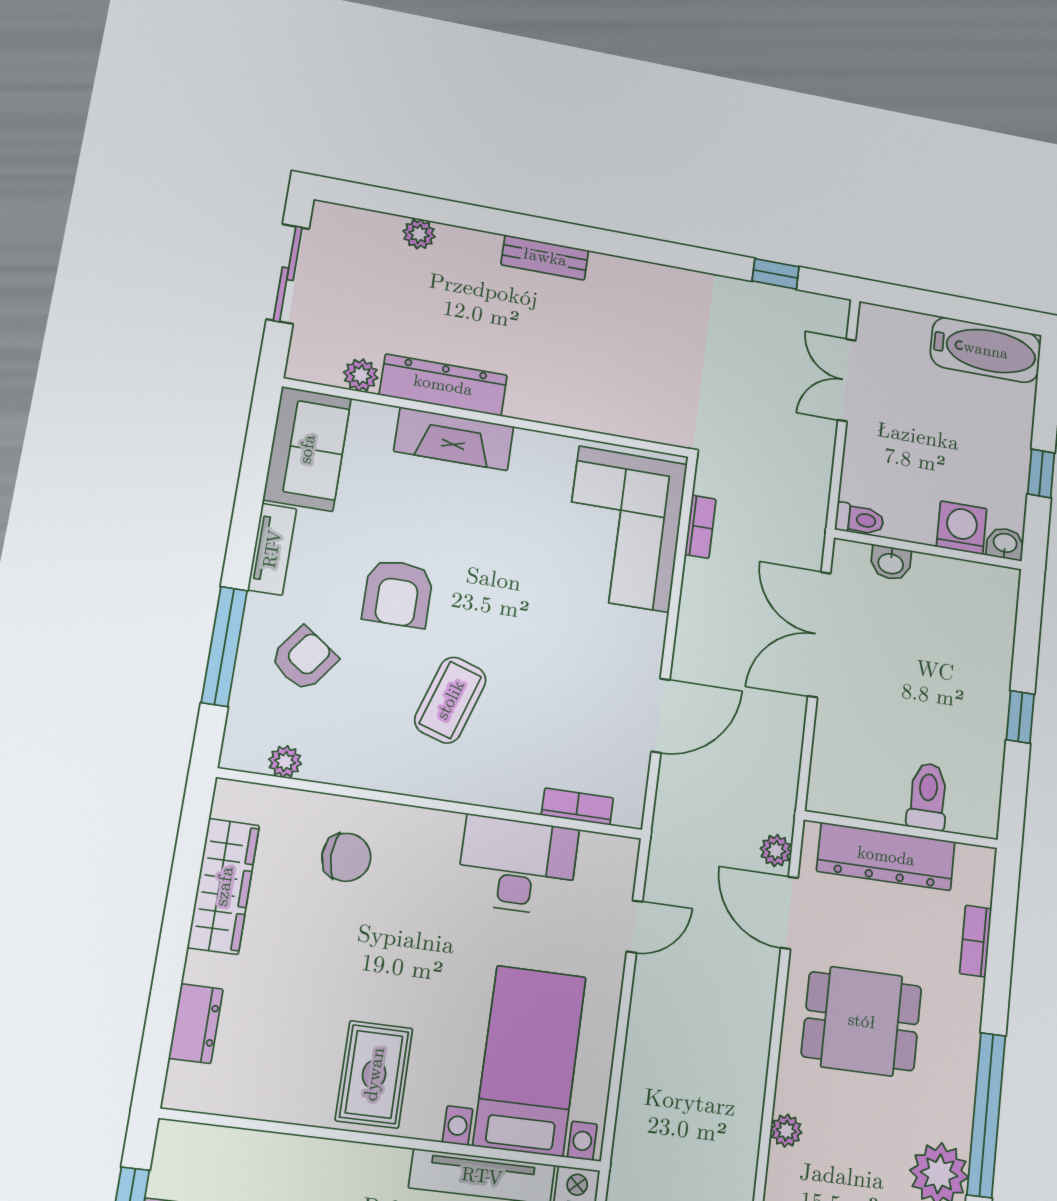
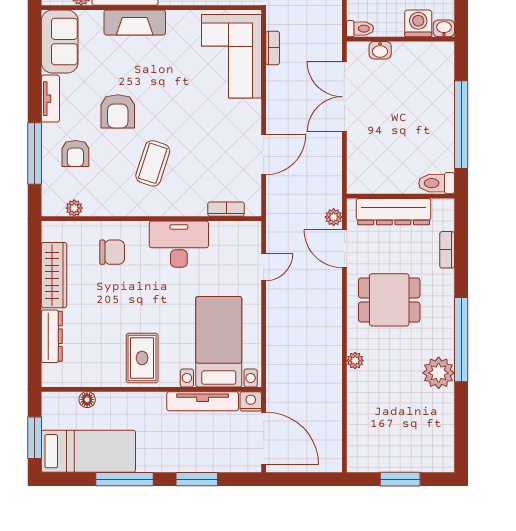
armchair: (304, 659) -> (75, 154), turned 144
window: (1020, 717) -> (461, 125), width x3.17
toilet: (928, 796) -> (437, 183), moved, turned -90
desk: (517, 865) -> (179, 244), moved
dresser: (196, 1024) -> (52, 336), width x1.44
floor lamp: (250, 1146) -> (87, 400), added

